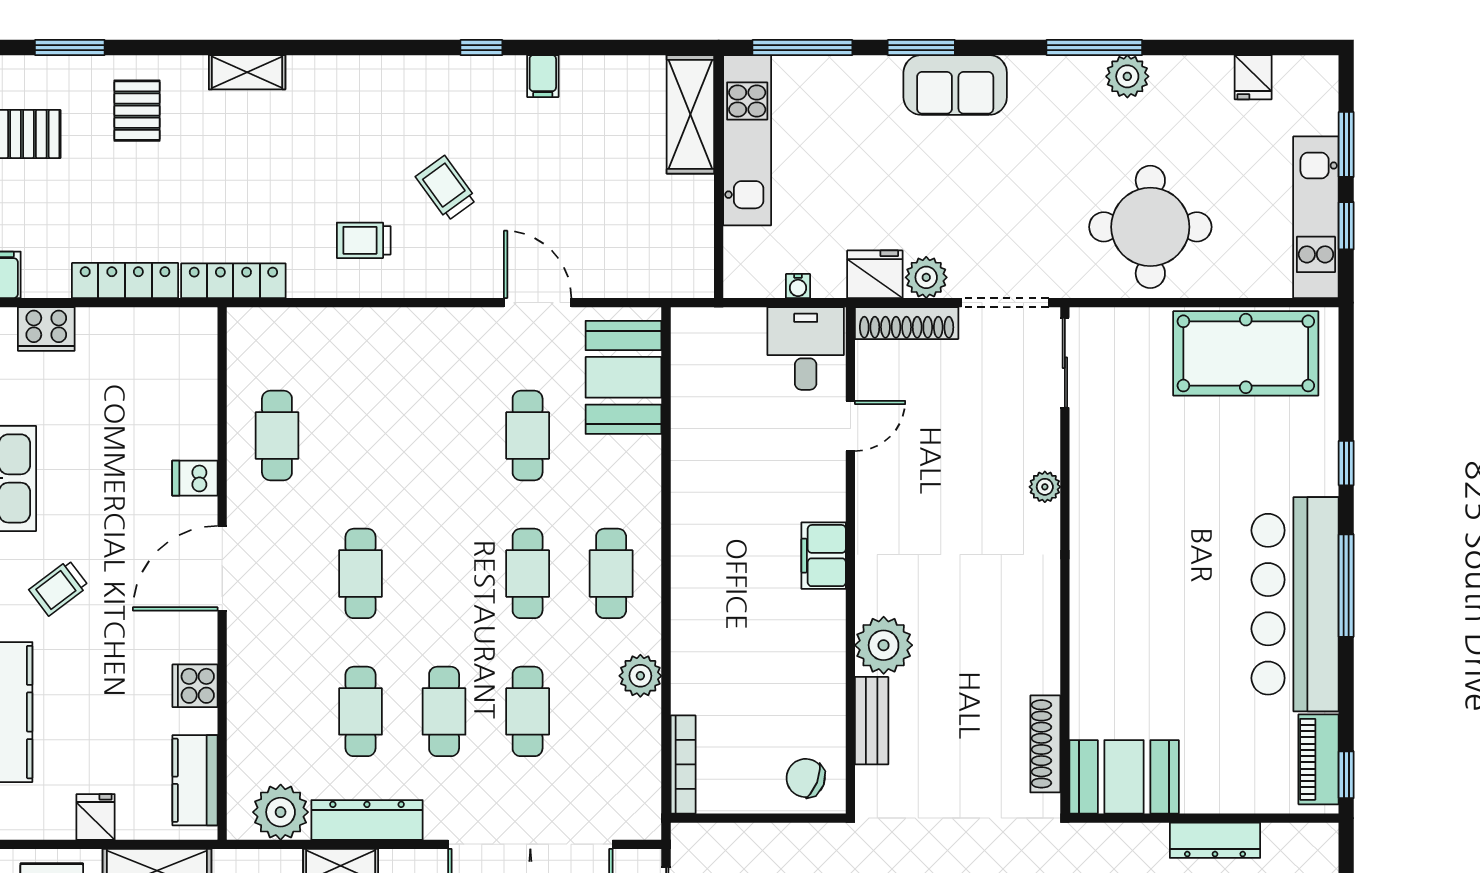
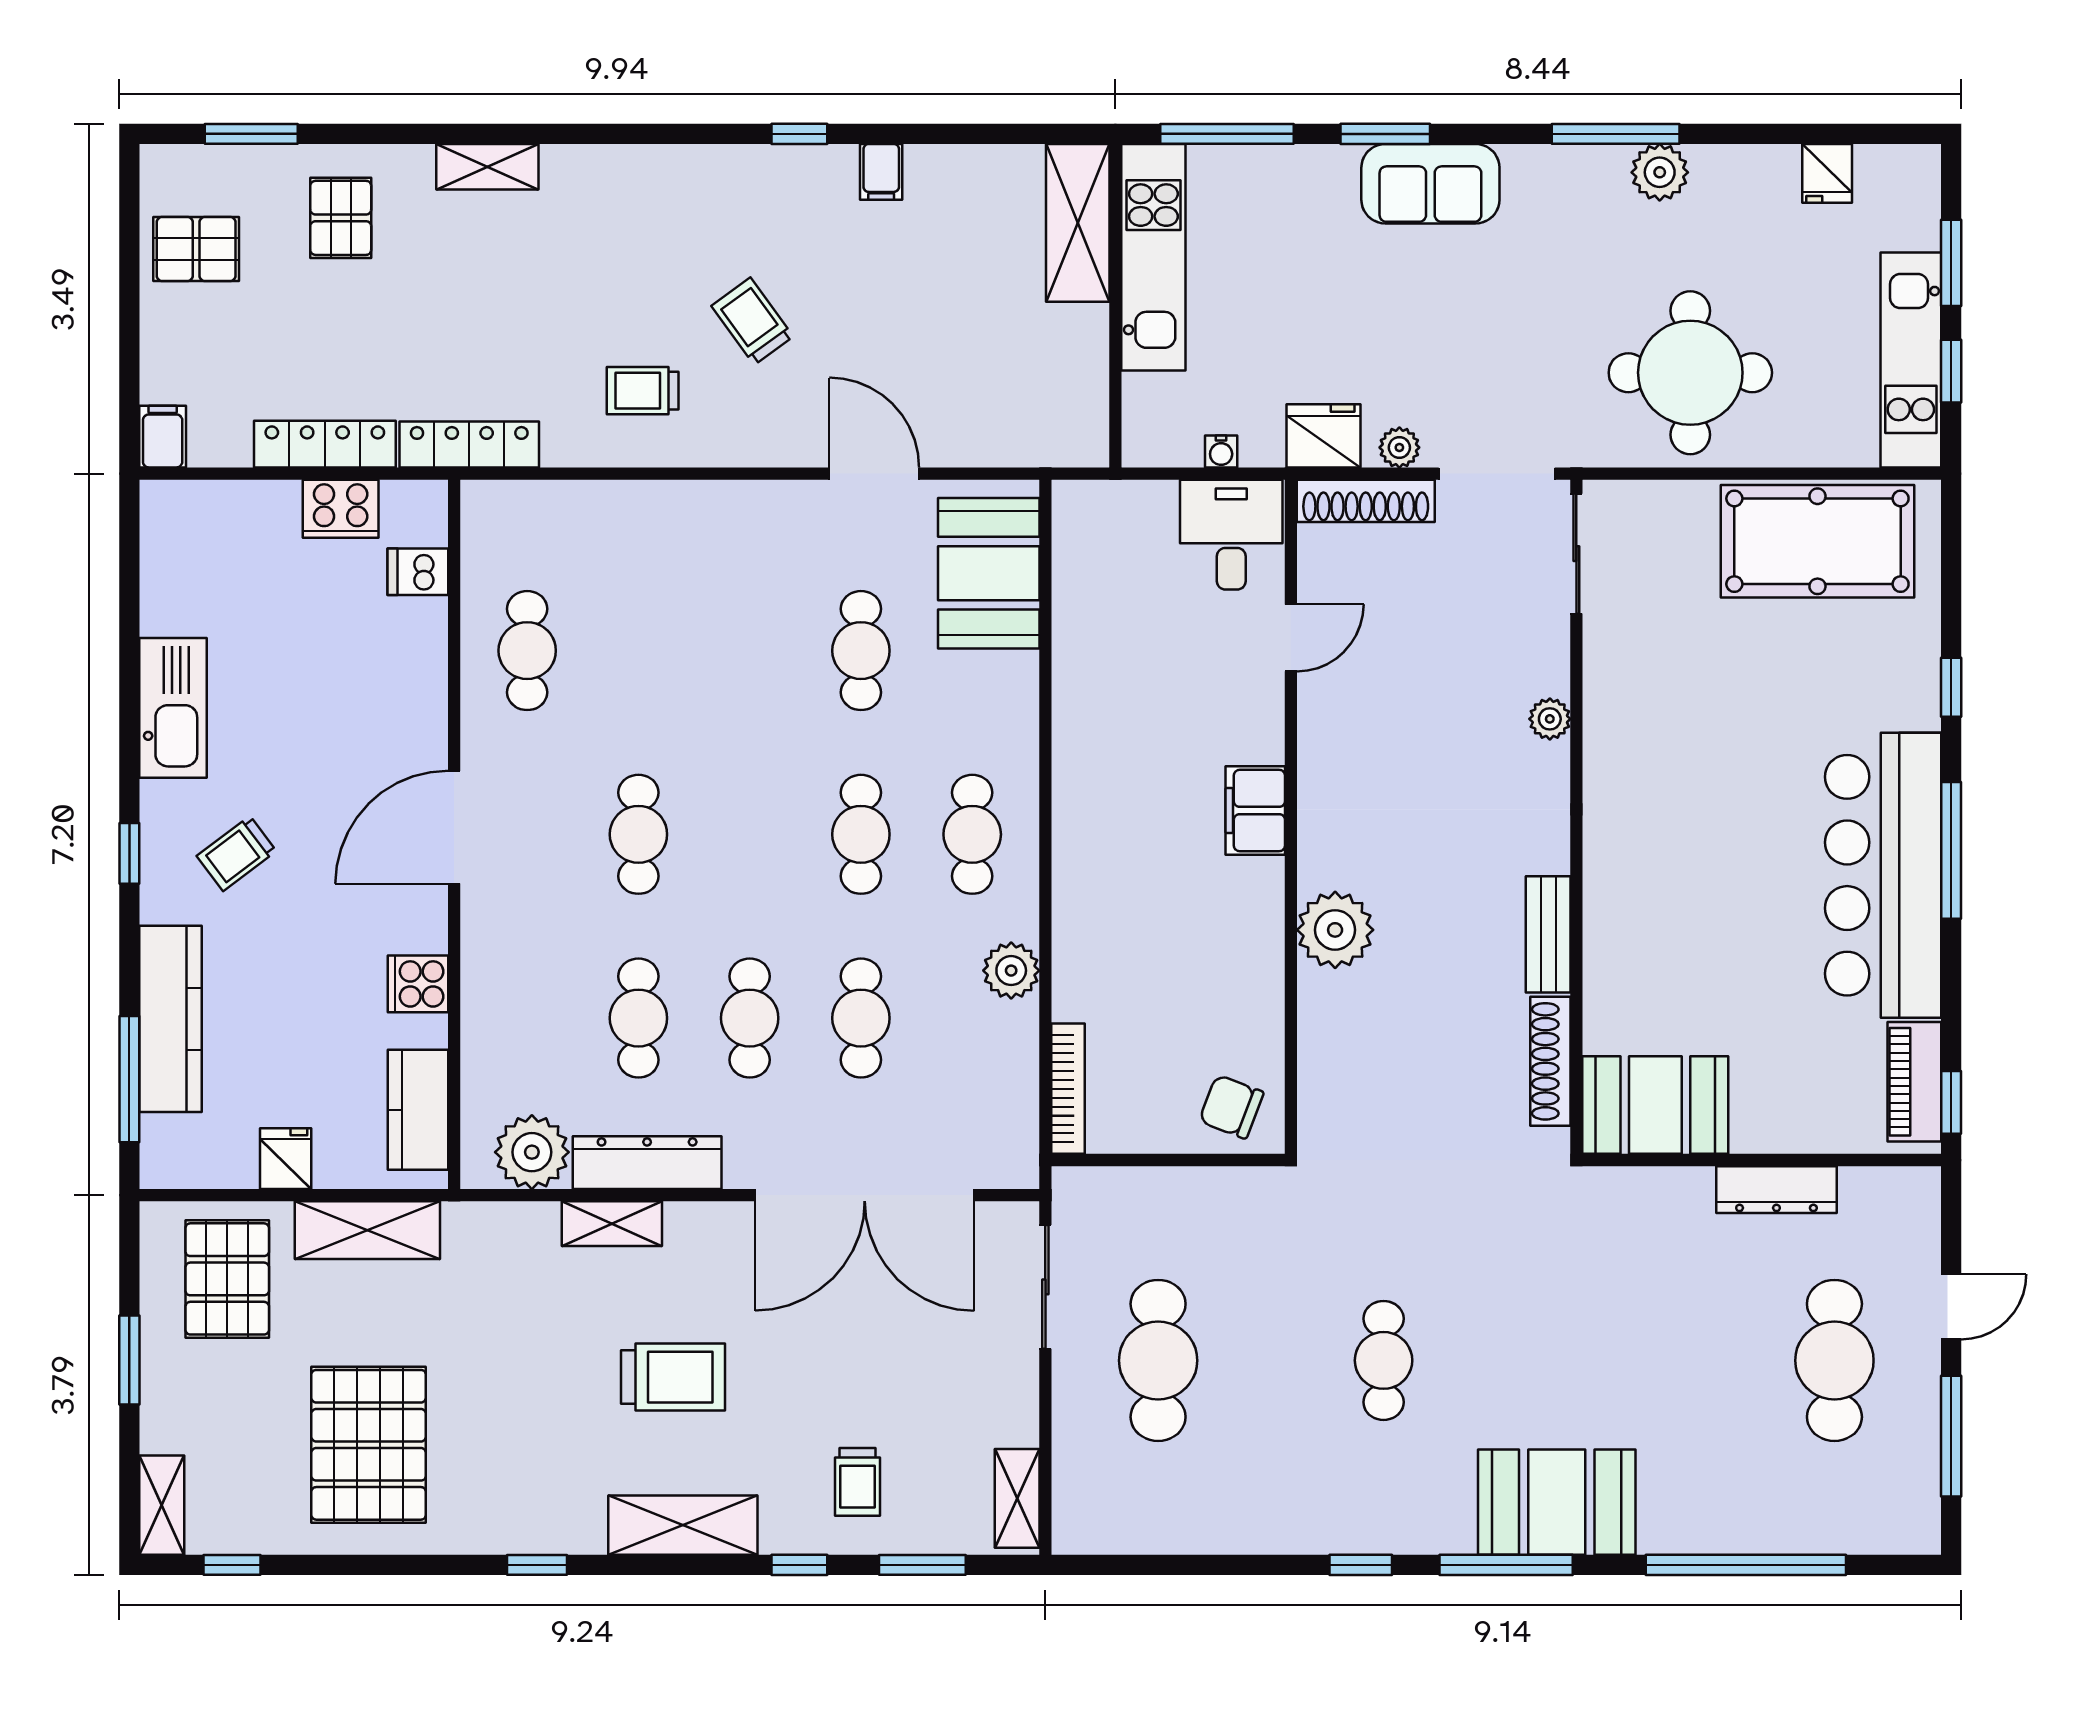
plant: (926, 277) -> (1399, 448), width x0.73, depth x0.73
cooker: (46, 329) -> (341, 509), moved
dishwasher: (195, 478) -> (418, 572), moved
bench: (872, 721) -> (1548, 934), moved

